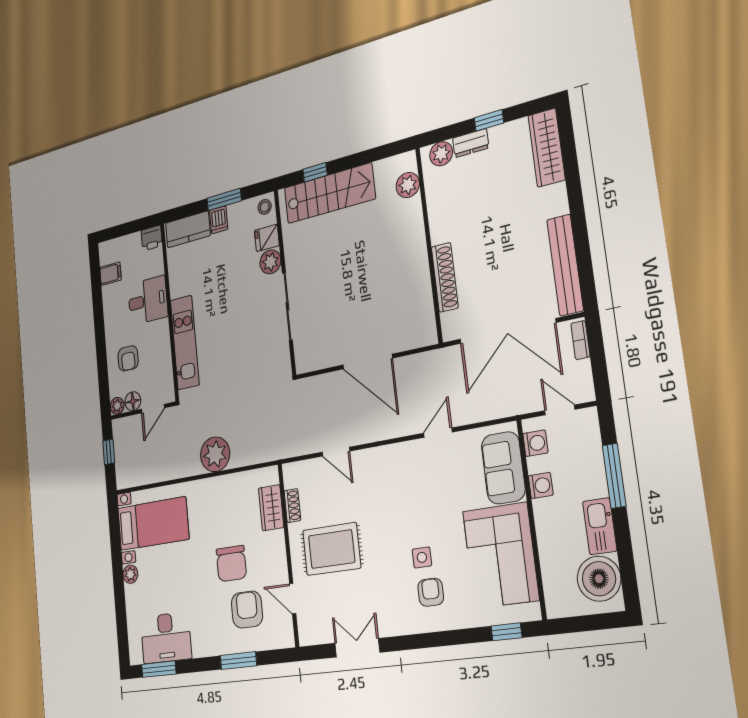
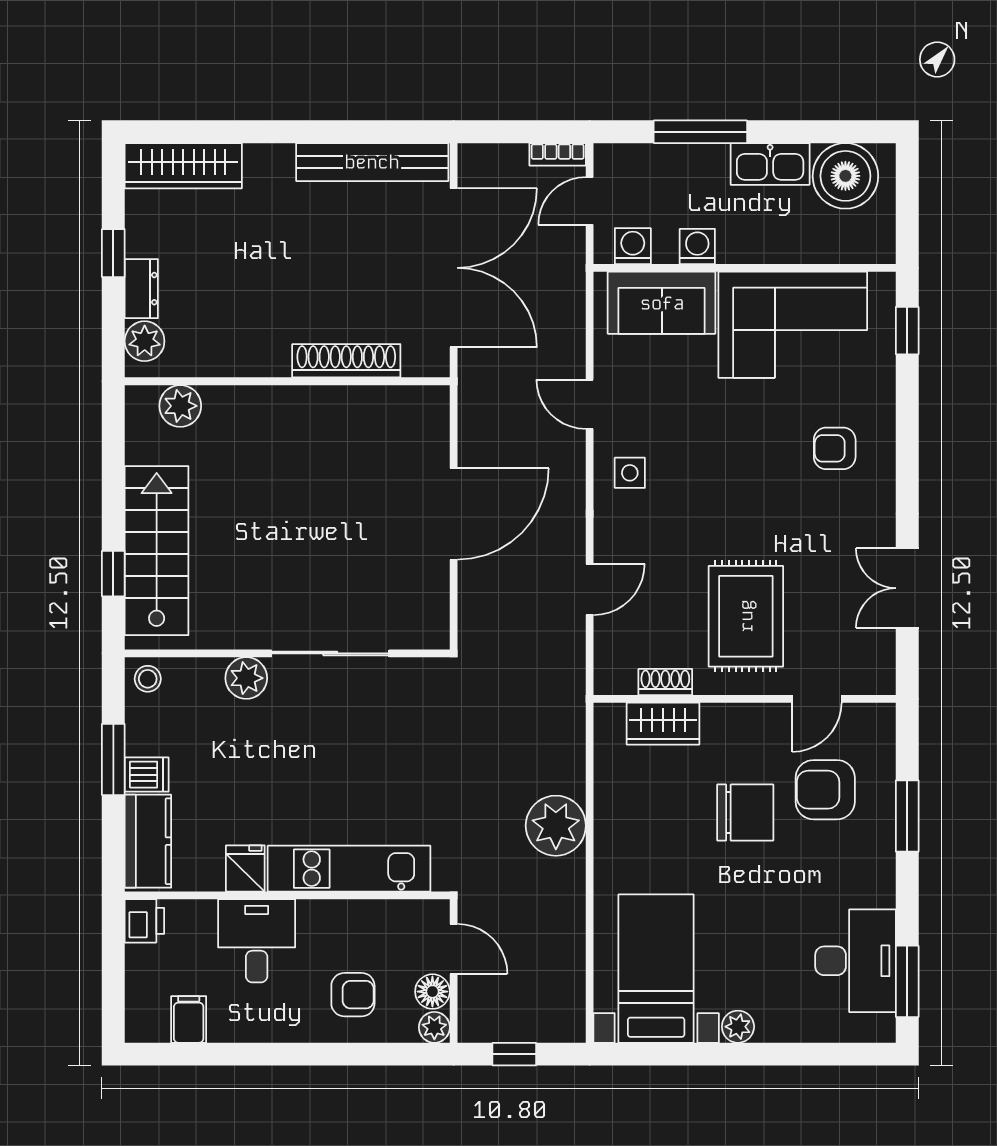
fridge: (267, 238) -> (245, 868), moved, turned 180
bookcase: (580, 340) -> (558, 154), moved
side table: (422, 557) -> (630, 473), moved

